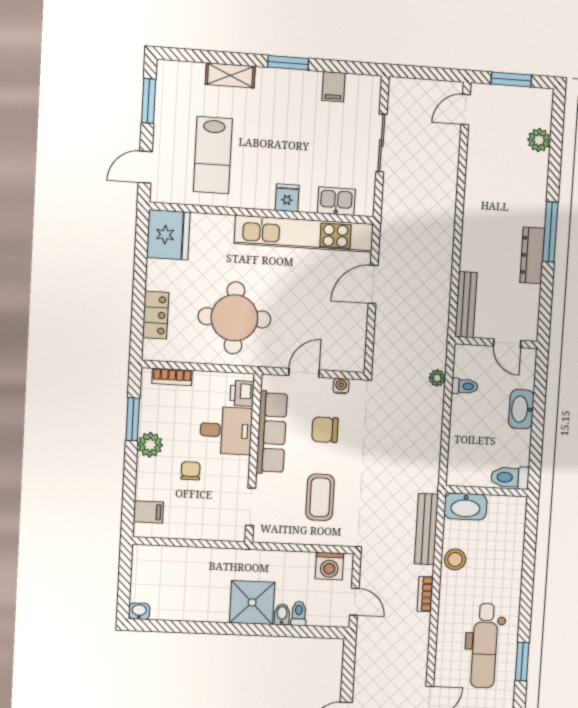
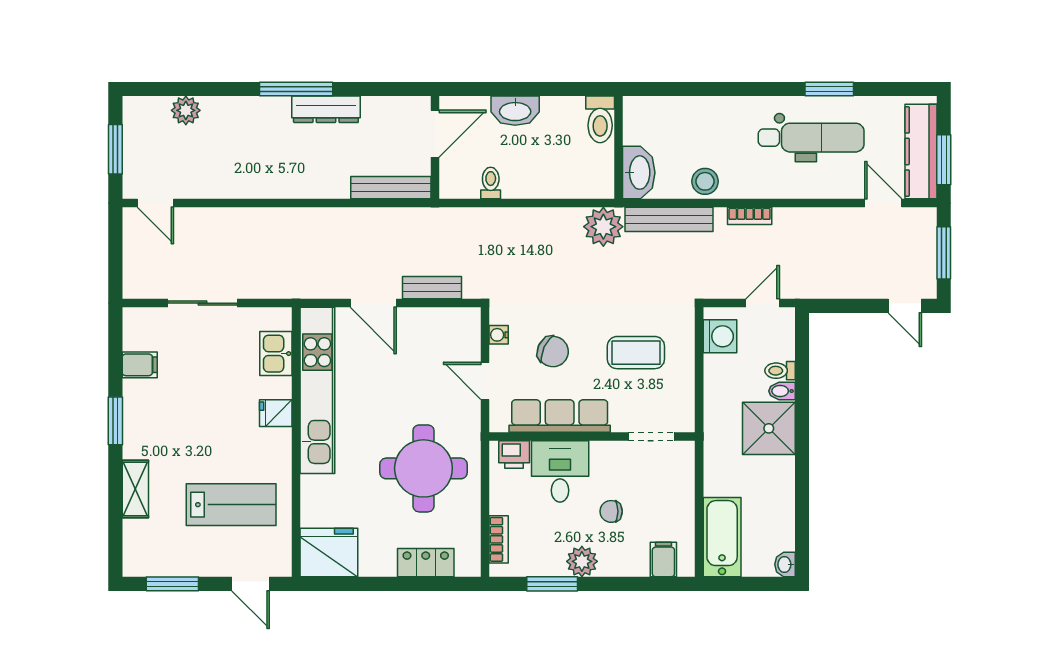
bench: (383, 333) -> (432, 288), added
door: (507, 343) -> (435, 134), width x1.38
plant: (437, 378) -> (603, 227), moved, width x1.88, depth x1.88
chair: (325, 430) -> (553, 351), turned -65
bathtub: (164, 561) -> (722, 537), added

